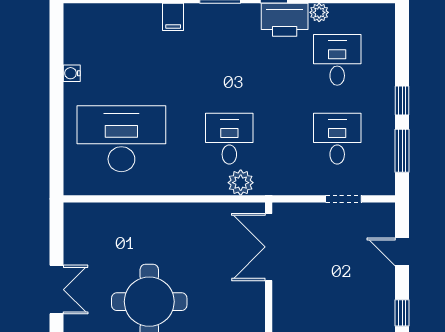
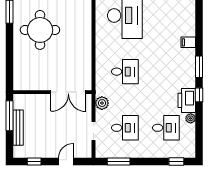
window: (402, 100) -> (176, 162), moved
plant: (241, 183) -> (102, 103), moved
double door: (269, 247) -> (68, 92), swing flipped

